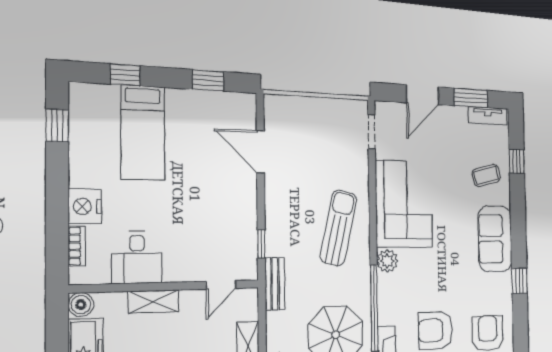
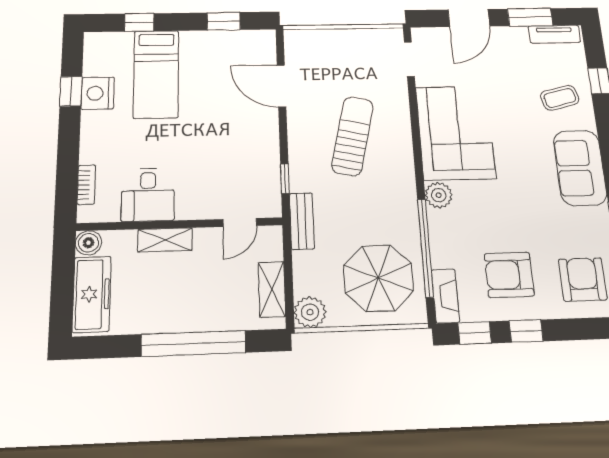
window: (57, 125) -> (71, 91), moved
nightstand: (85, 206) -> (98, 93), moved
sun lounger: (338, 228) -> (352, 136), moved

